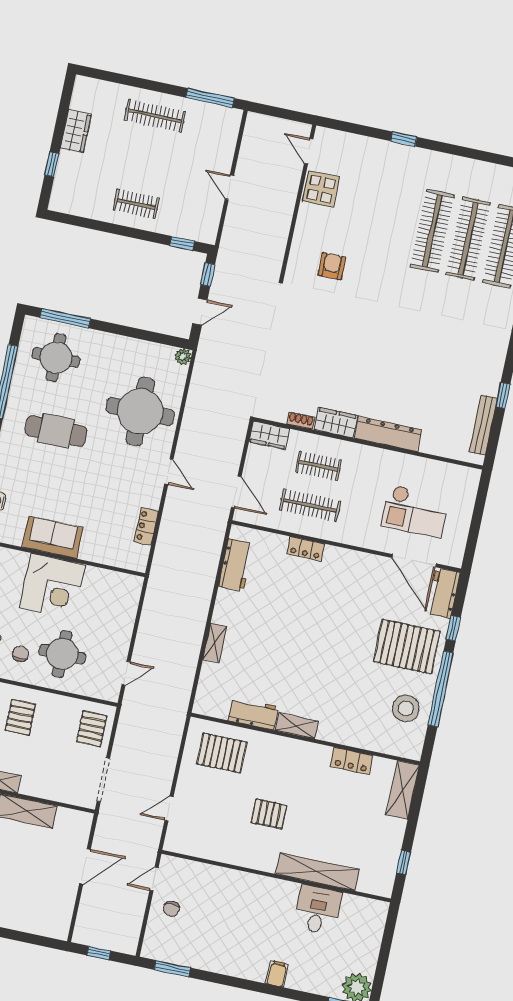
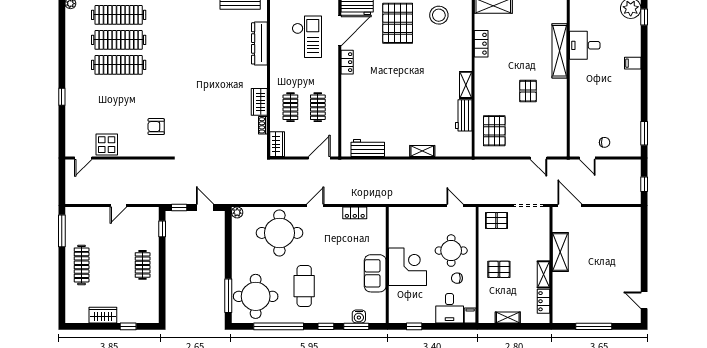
round table: (56, 358) -> (256, 296), width x1.36, depth x1.36
dresser: (388, 434) -> (259, 43), moved
clothes rail: (310, 505) -> (318, 107), width x0.73
locker: (306, 549) -> (347, 62), moved
door: (85, 866) -> (570, 206), moved

